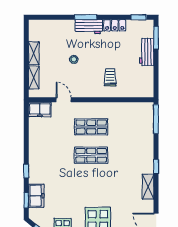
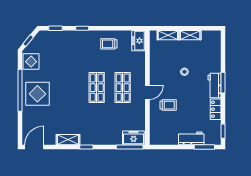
door: (64, 100) -> (147, 92), moved
trolley: (43, 142) -> (109, 44), added
freezer: (36, 196) -> (133, 138), moved, turned 180

